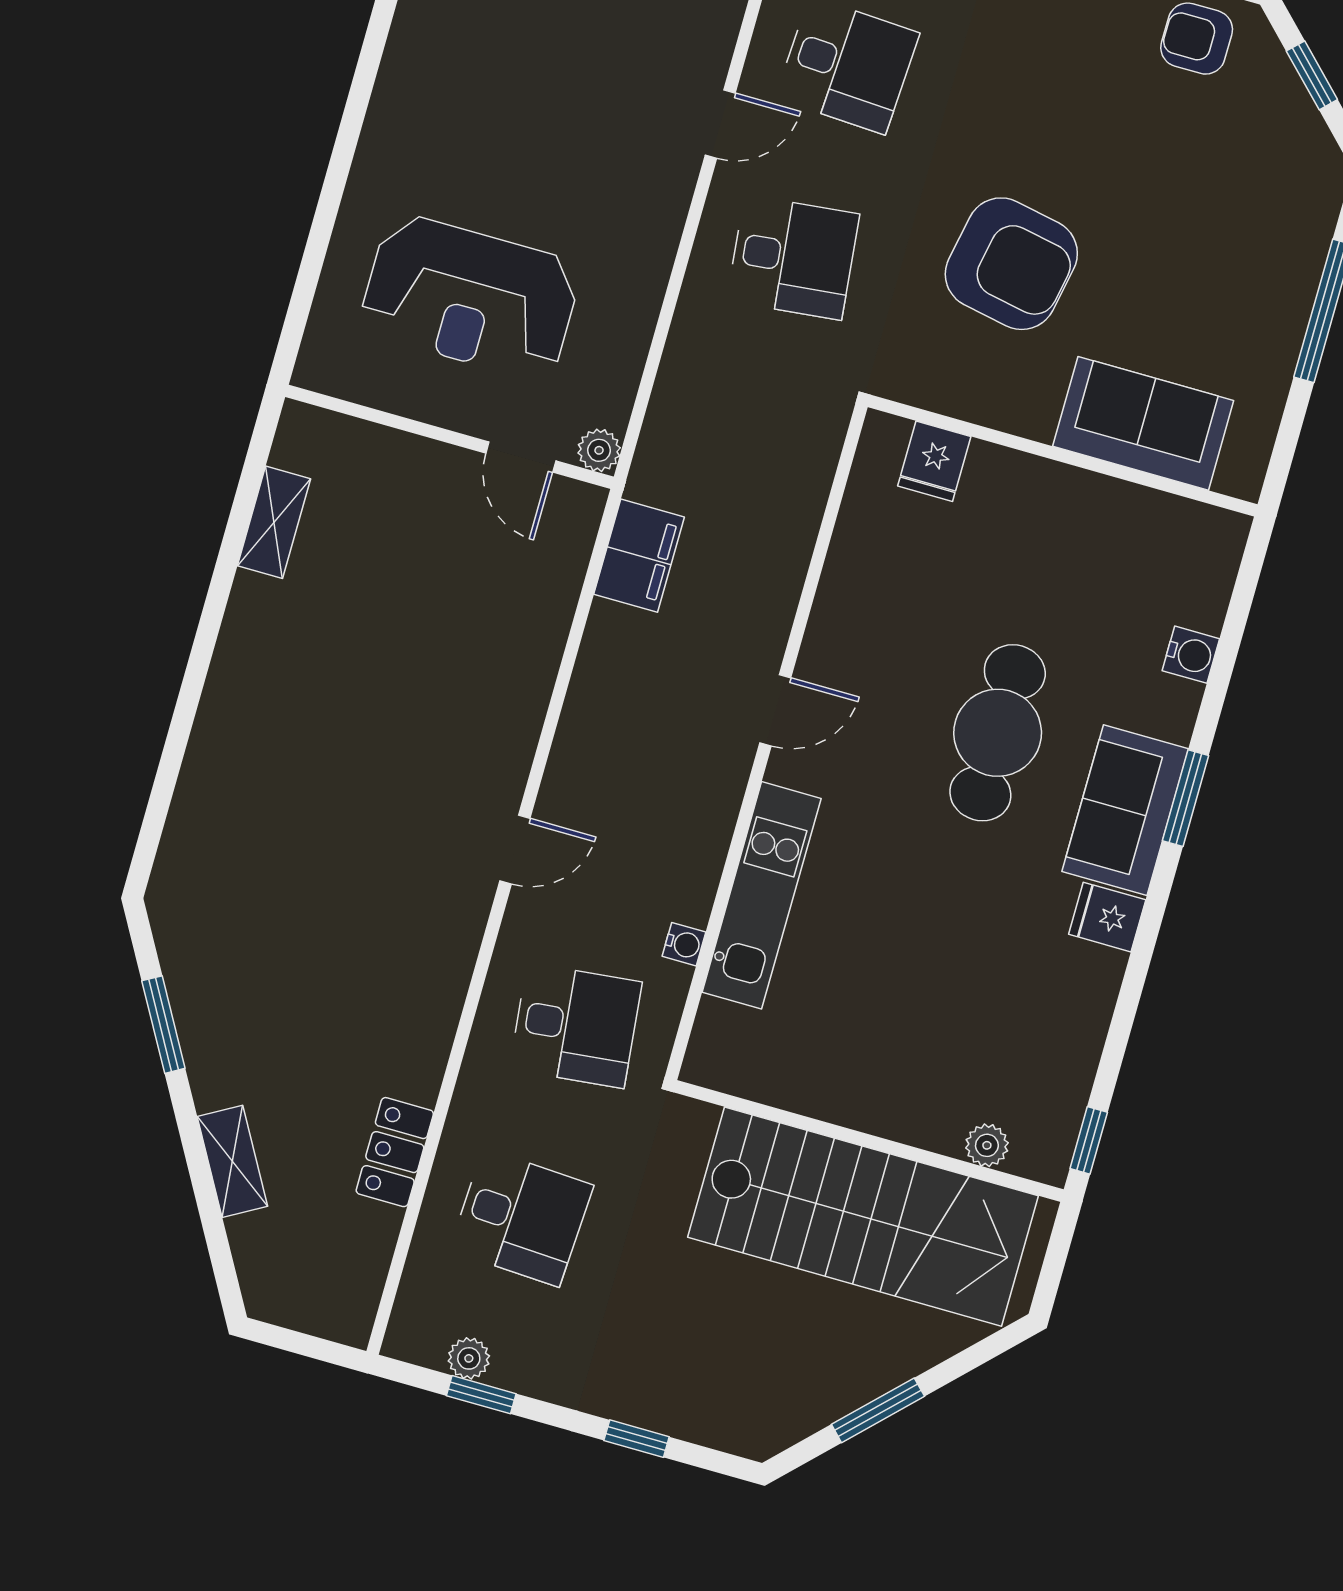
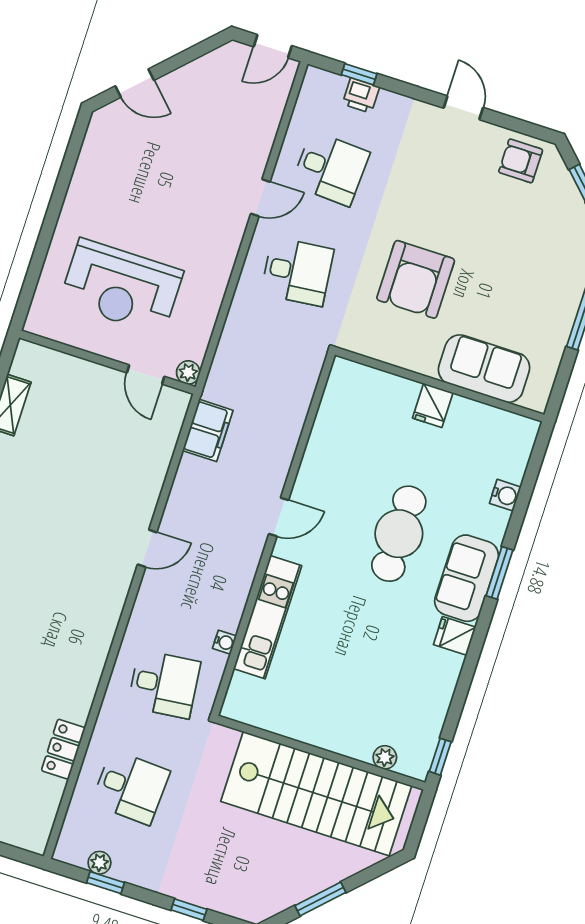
armchair: (1011, 264) -> (416, 279), turned 79
fridge: (934, 461) -> (433, 405), moved
door: (515, 850) -> (147, 548), moved

